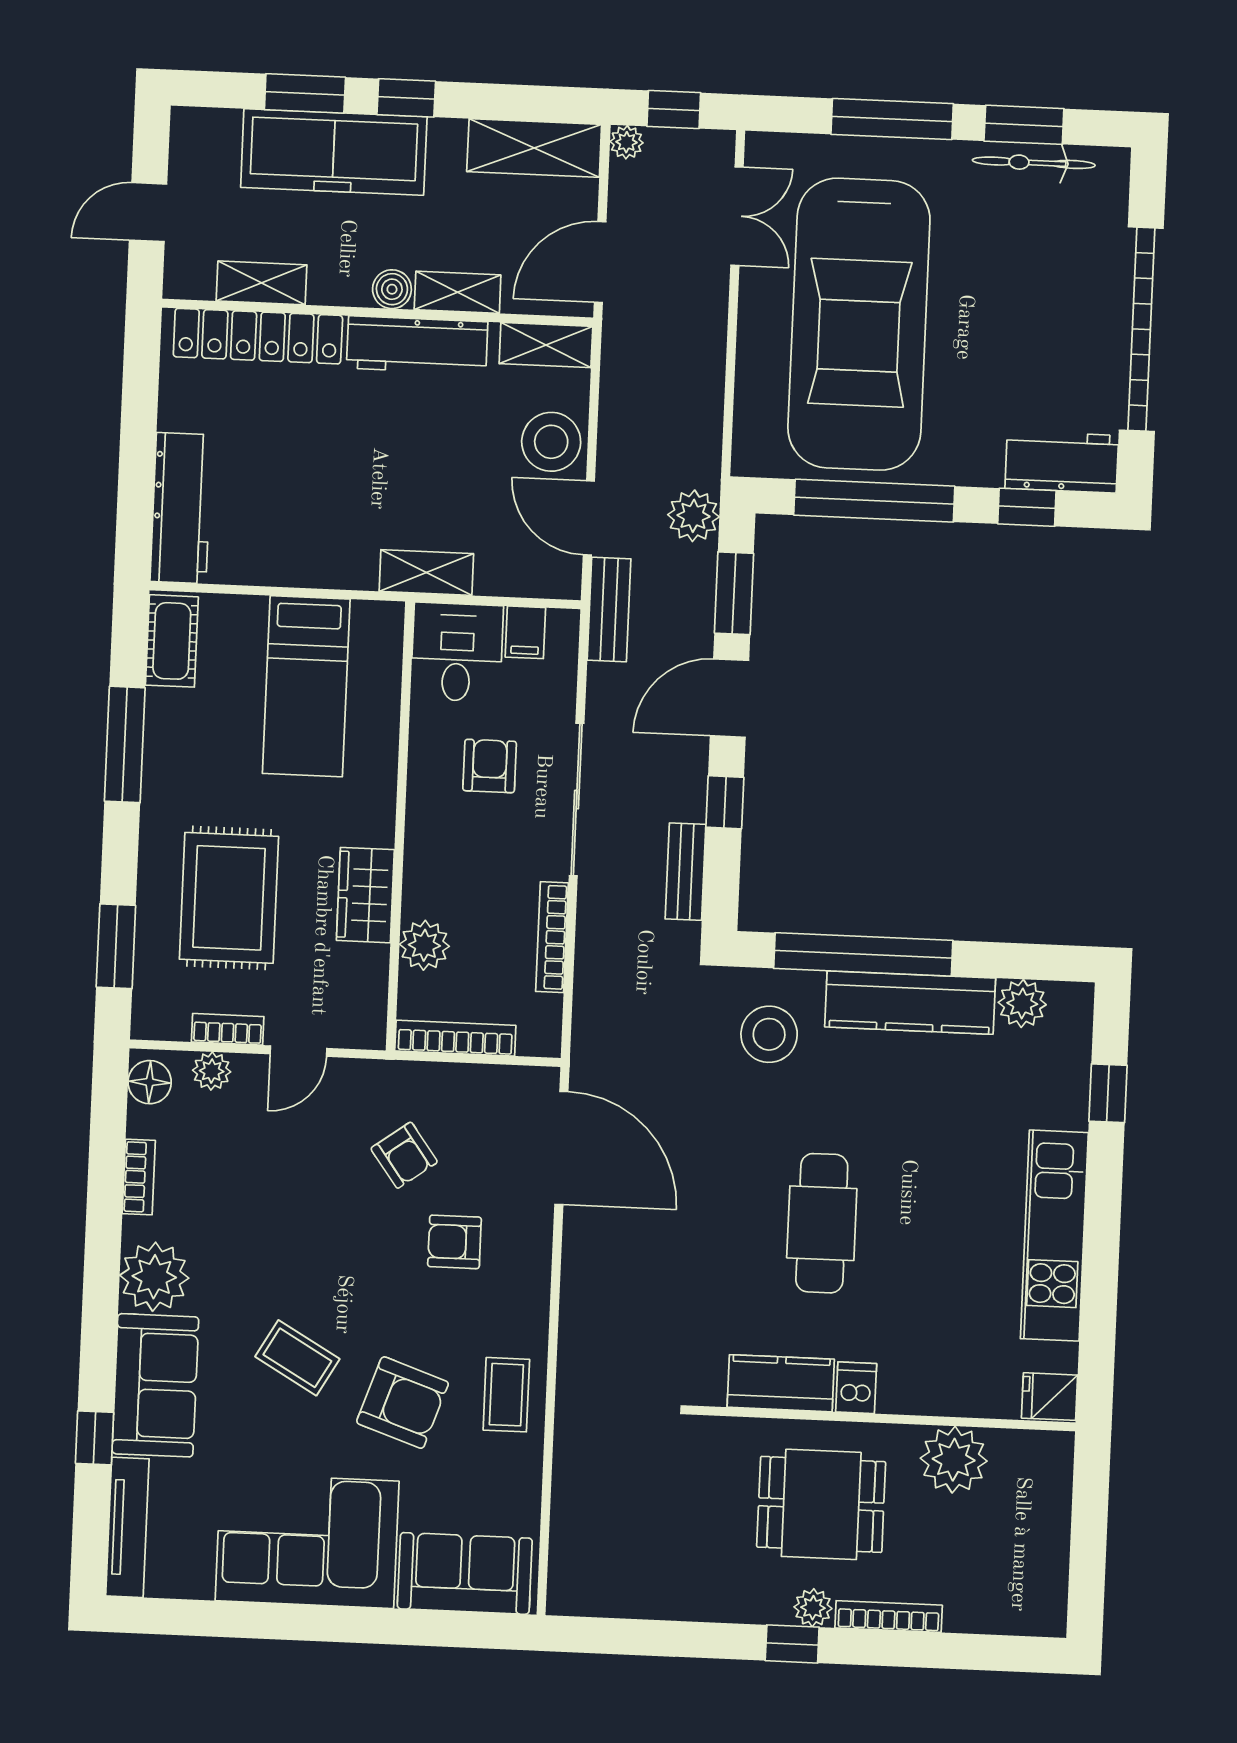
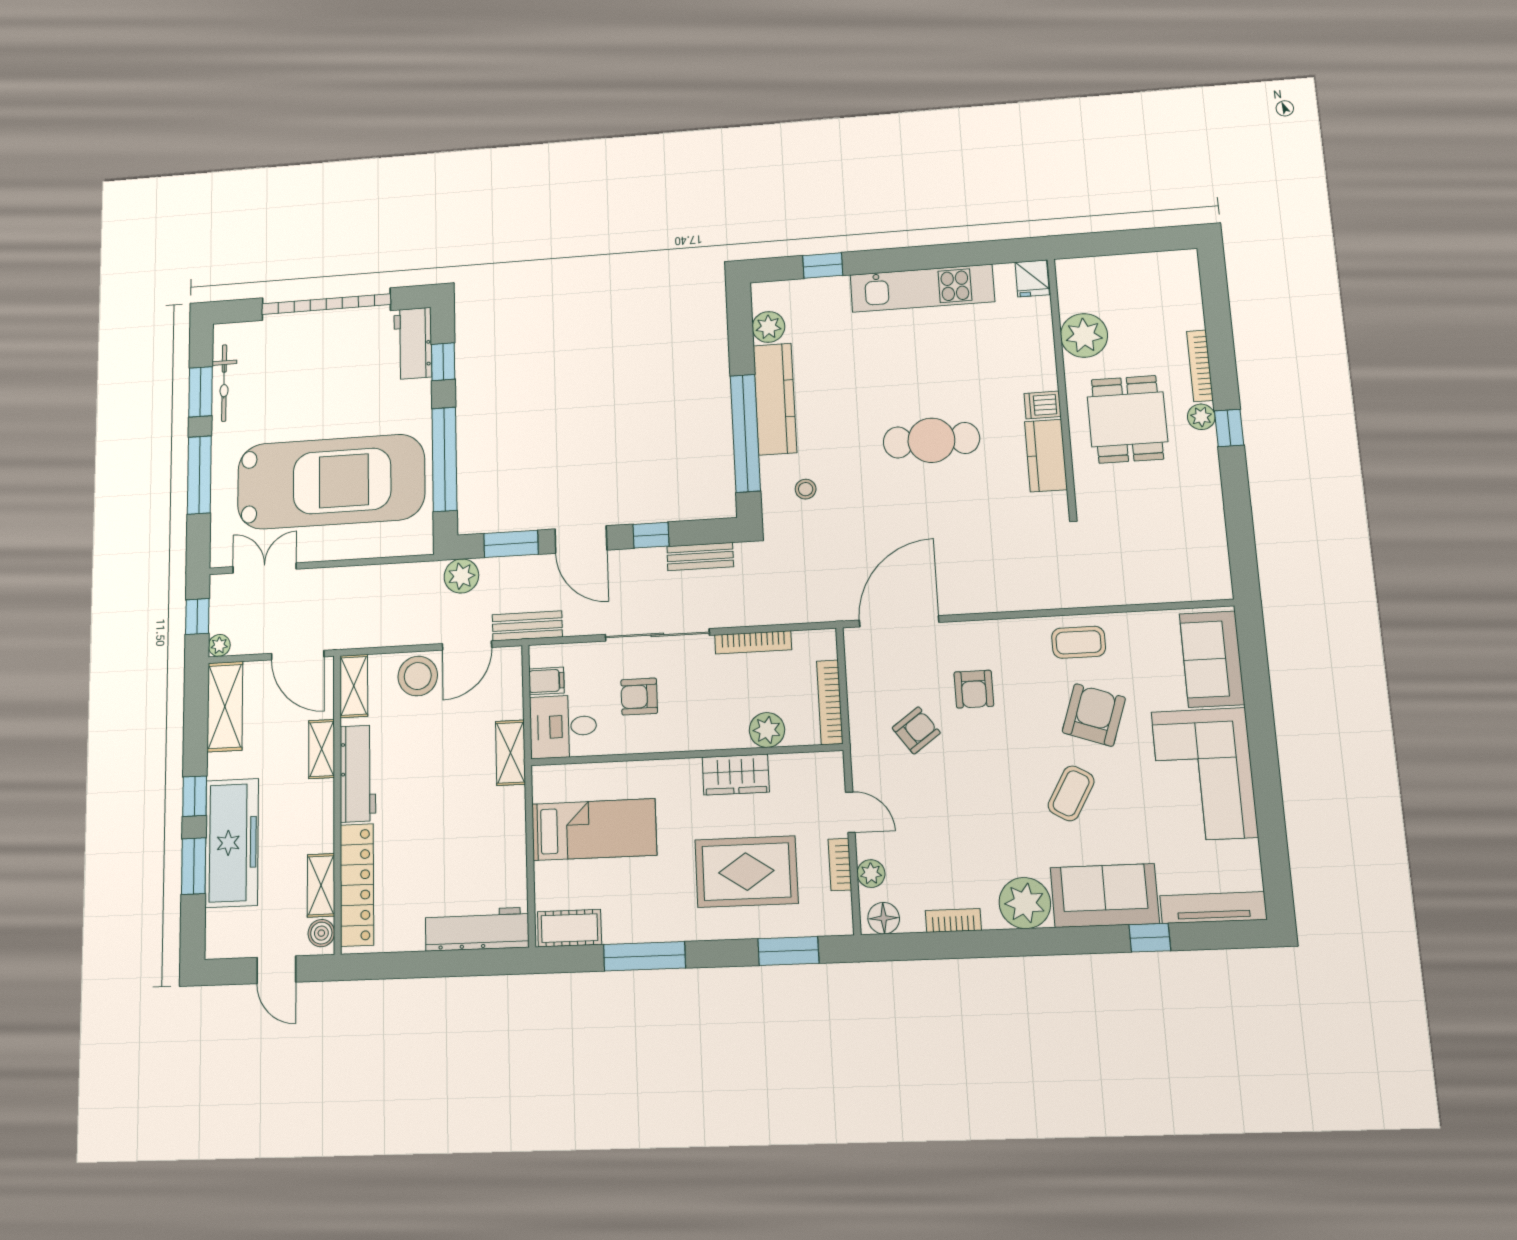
boiler: (392, 289) -> (321, 933), moved
stool: (769, 1034) -> (806, 489), width x0.53, depth x0.53

